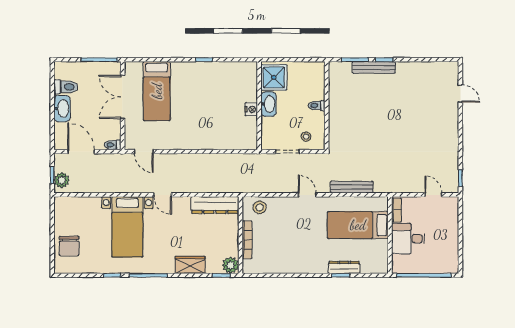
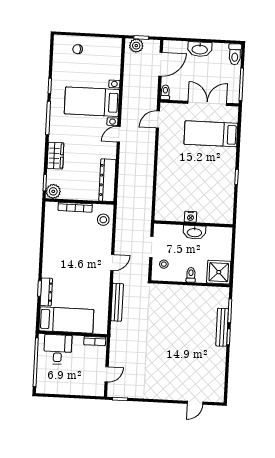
shower: (274, 77) -> (219, 272), moved
toilet: (66, 87) -> (235, 54), moved
bed: (358, 225) -> (66, 320), moved, turned 90
desk: (408, 239) -> (58, 349), moved
chair: (69, 246) -> (78, 49), width x0.54, depth x0.54

